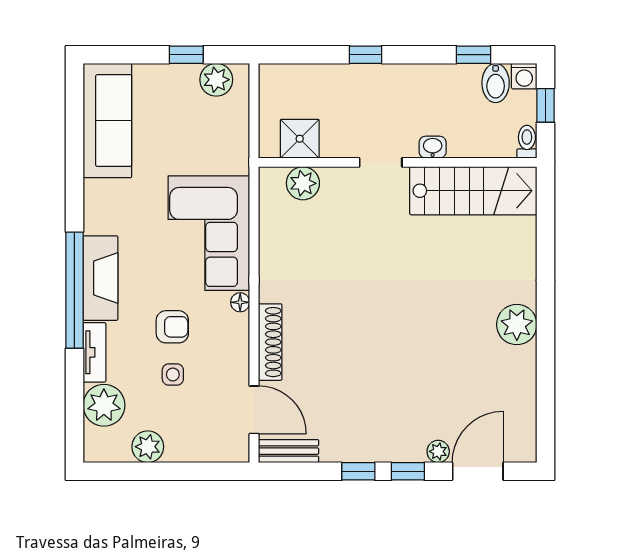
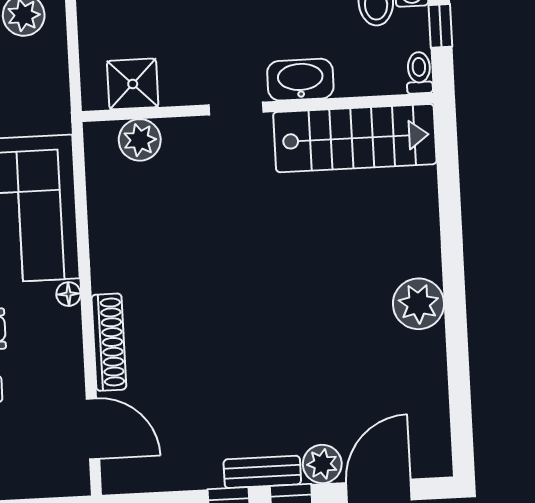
washbasin: (433, 147) -> (300, 80), width x1.91, depth x1.45
bench: (289, 451) -> (262, 472), moved
plant: (438, 451) -> (322, 464), width x1.38, depth x1.38

